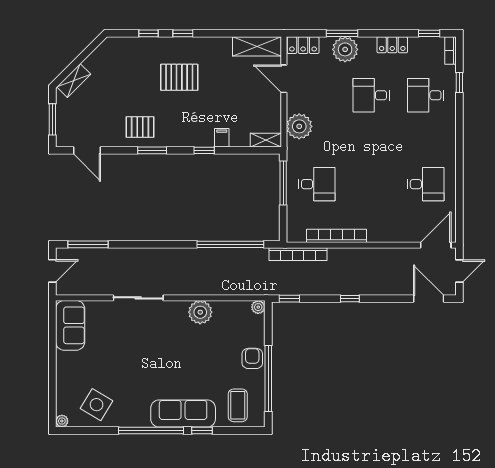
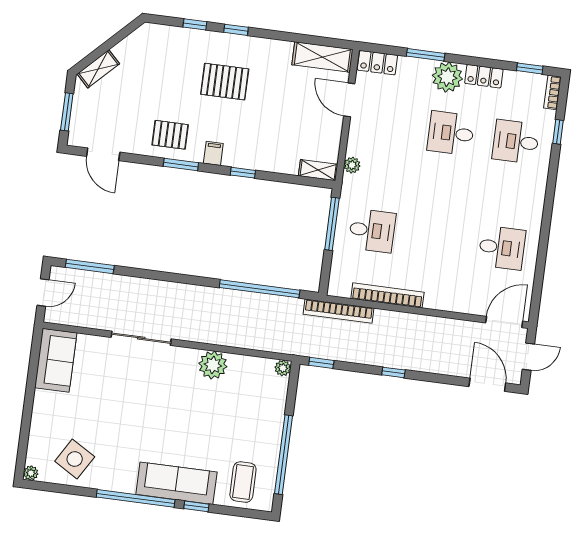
plant: (345, 49) -> (447, 77), moved
plant: (299, 126) -> (352, 165), width x0.53, depth x0.53
filing cabinet: (222, 138) -> (213, 153), moved
armchair: (252, 358) -> (268, 428), removed

